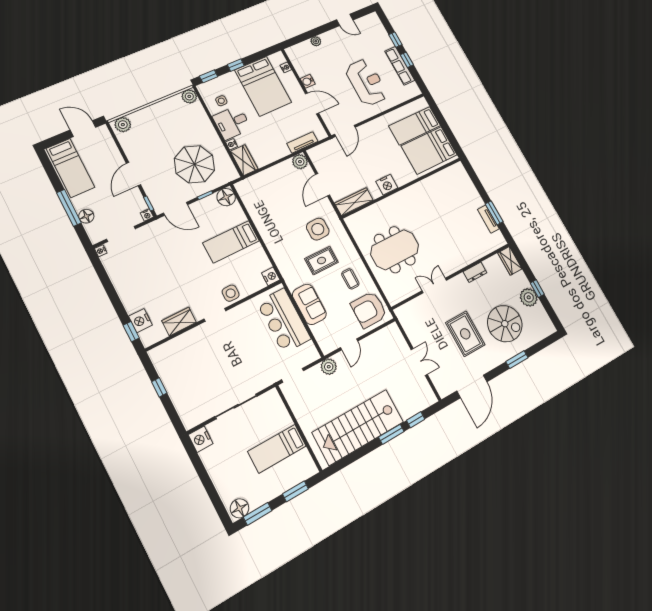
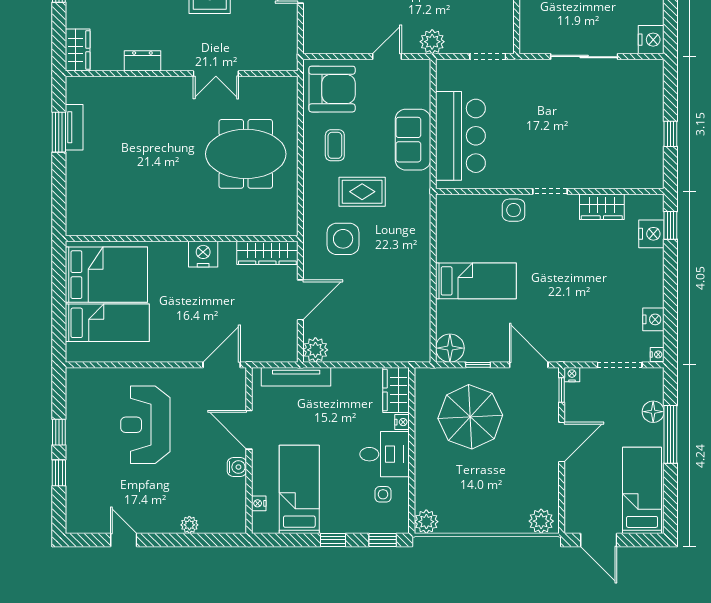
row of seats: (400, 66) -> (76, 428), removed
bed: (263, 86) -> (299, 489), width x0.67
tv unit: (302, 142) -> (296, 377), width x1.41
nightstand: (271, 276) -> (653, 319), moved, turned 180

